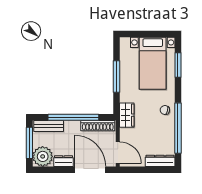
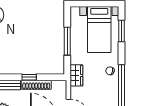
window: (73, 117) -> (29, 77), width x0.32
shoe rack: (98, 126) -> (36, 85), moved

